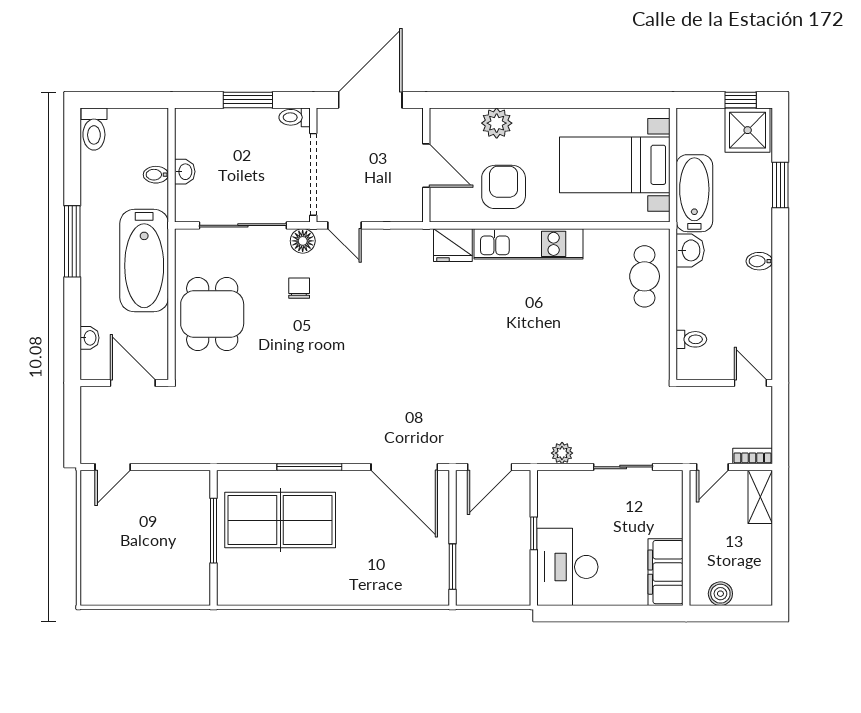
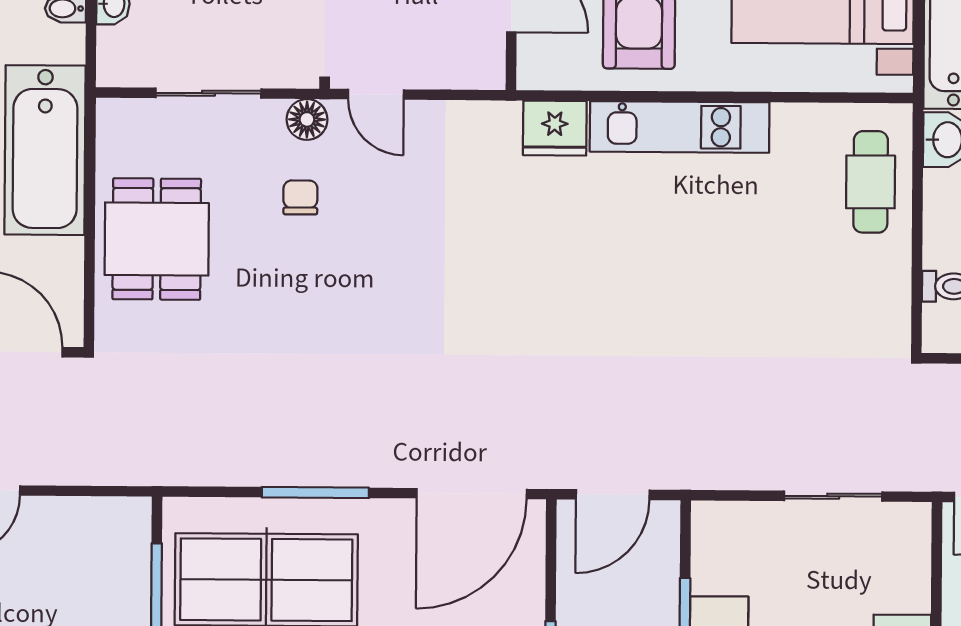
sliding door: (243, 225) -> (208, 93), width x0.73
plant: (562, 453) -> (732, 472), removed
door: (404, 467) -> (472, 494), hinge flipped

